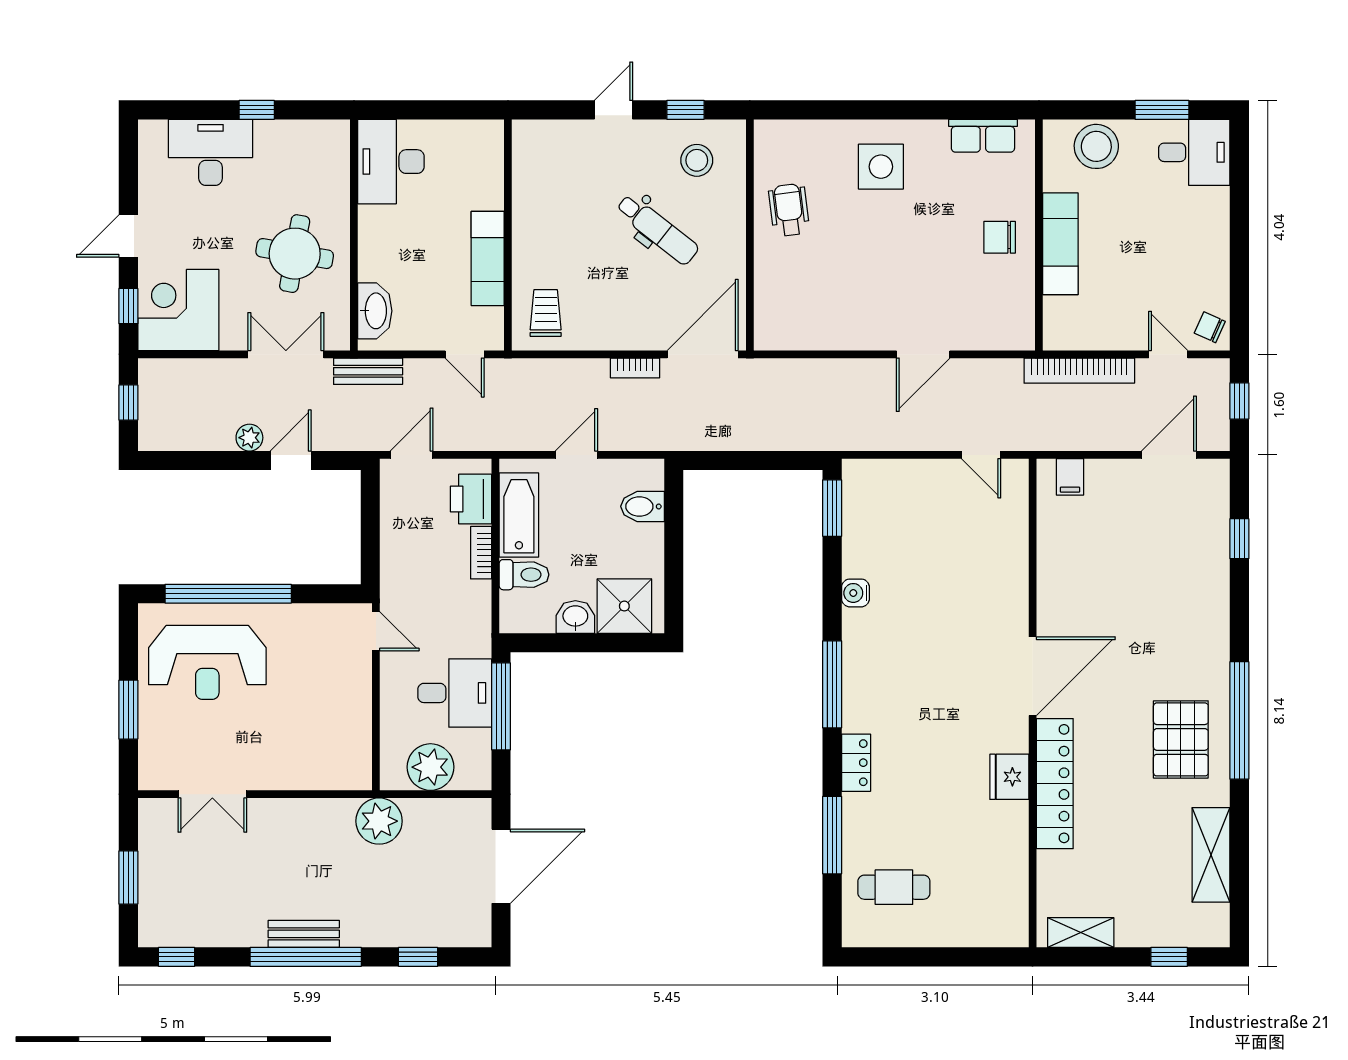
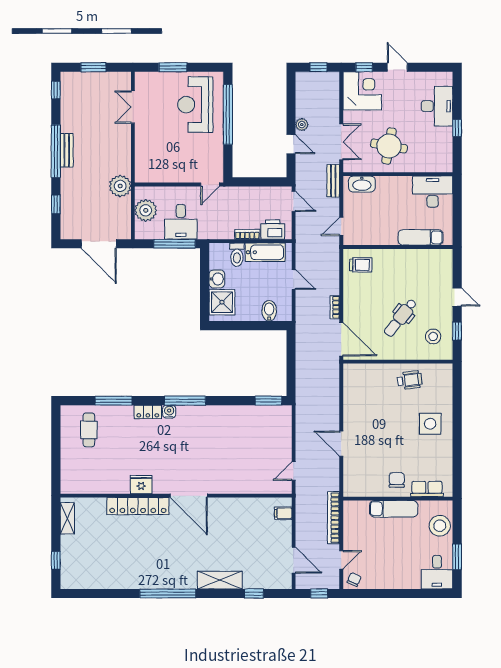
row of seats: (983, 136) -> (427, 489), moved, turned 90
exam couch: (488, 258) -> (421, 237), moved
water cooler: (855, 593) -> (169, 412), moved
pallet: (1181, 739) -> (159, 566), removed
shelving: (1211, 855) -> (220, 580), moved

